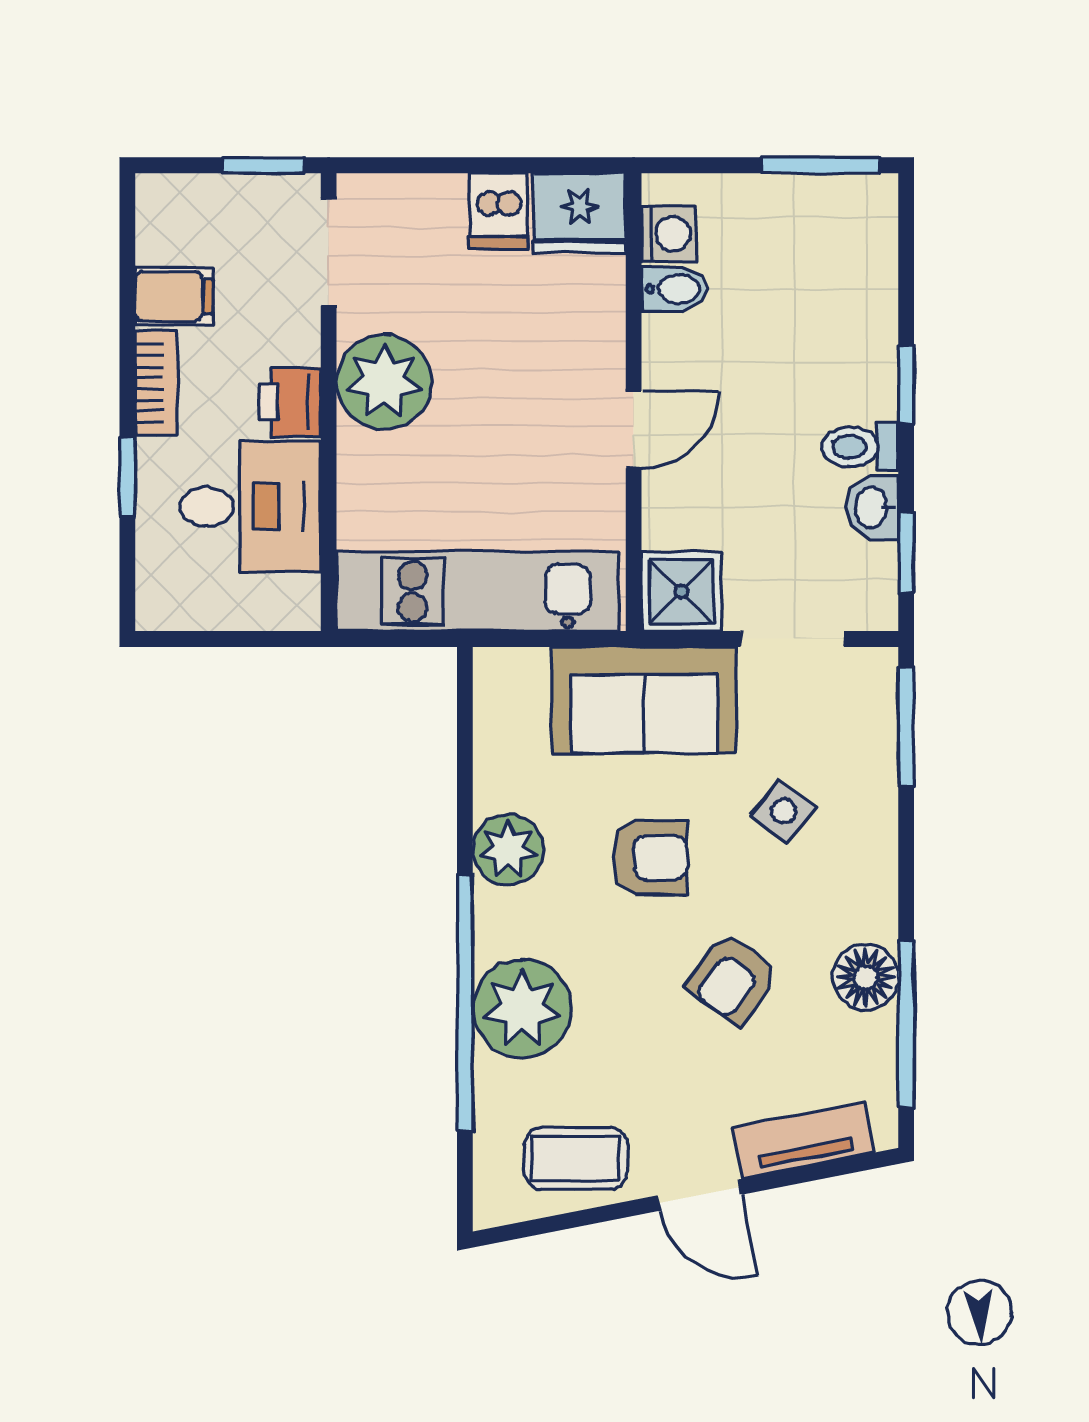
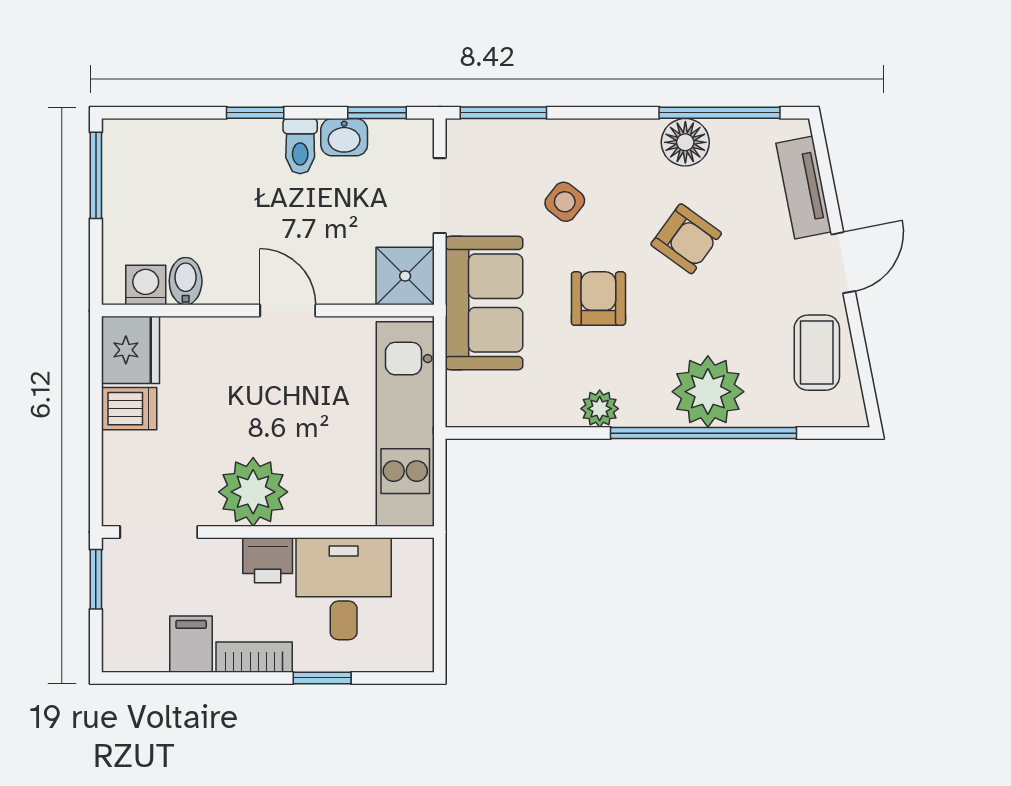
plant: (508, 850) -> (600, 409), width x0.73, depth x0.73

